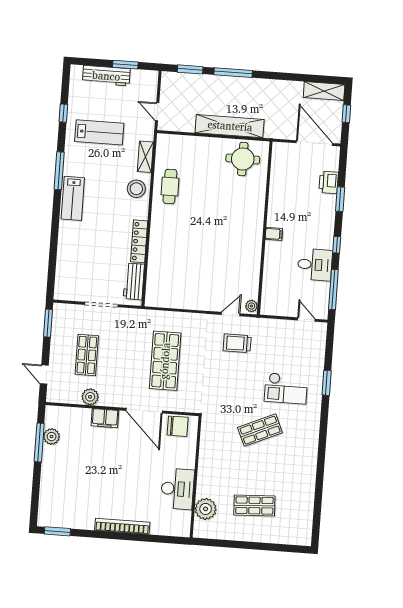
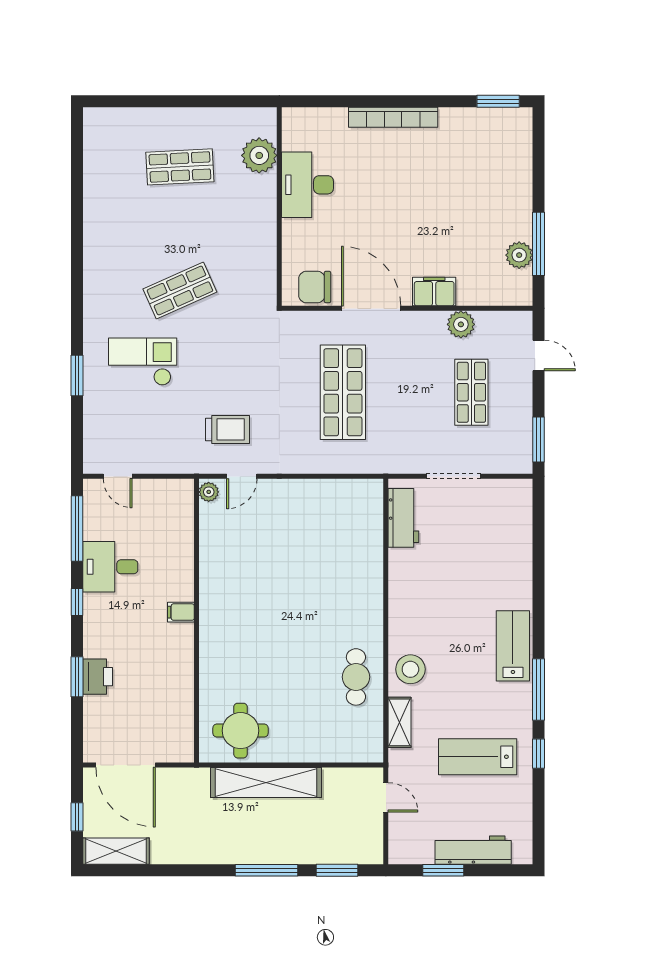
window: (63, 113) -> (538, 754), moved
printer: (329, 182) -> (98, 677), moved
locker: (139, 241) -> (400, 584), removed

